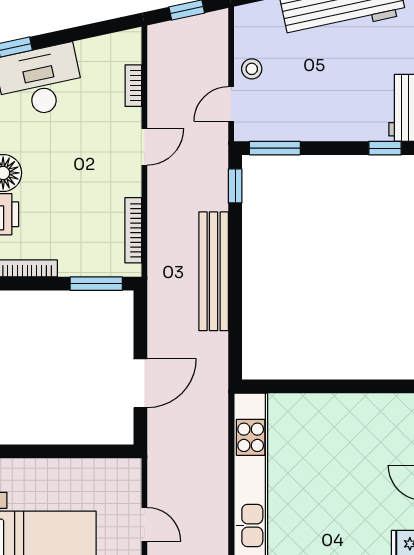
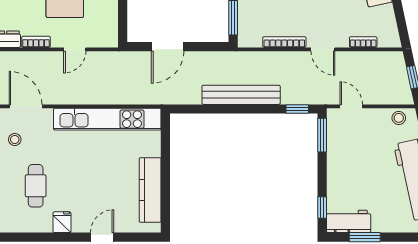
stool: (252, 69) -> (399, 118), moved
bookcase: (133, 230) -> (284, 42), moved
door: (140, 383) -> (168, 47), hinge flipped
kitchen counter: (358, 410) -> (150, 190), added

